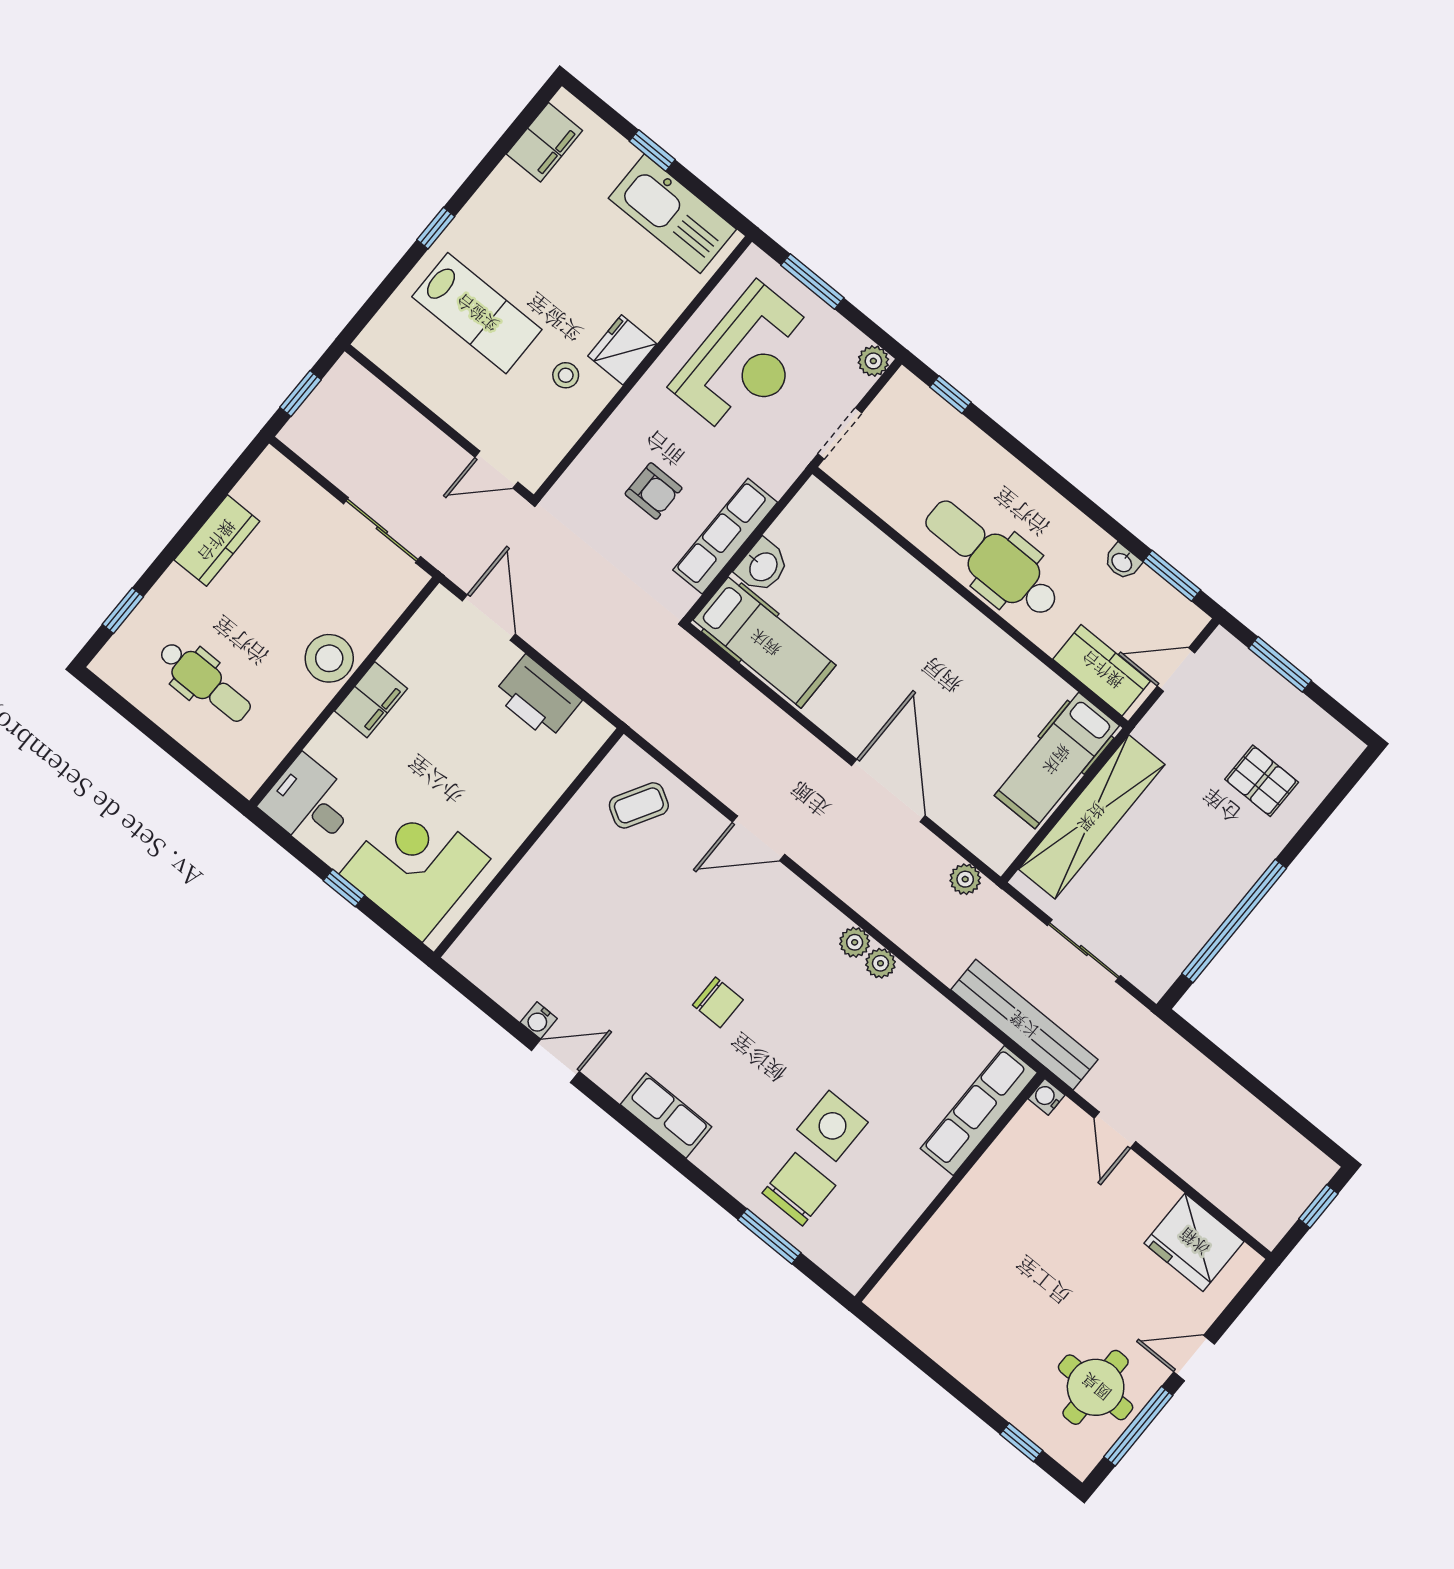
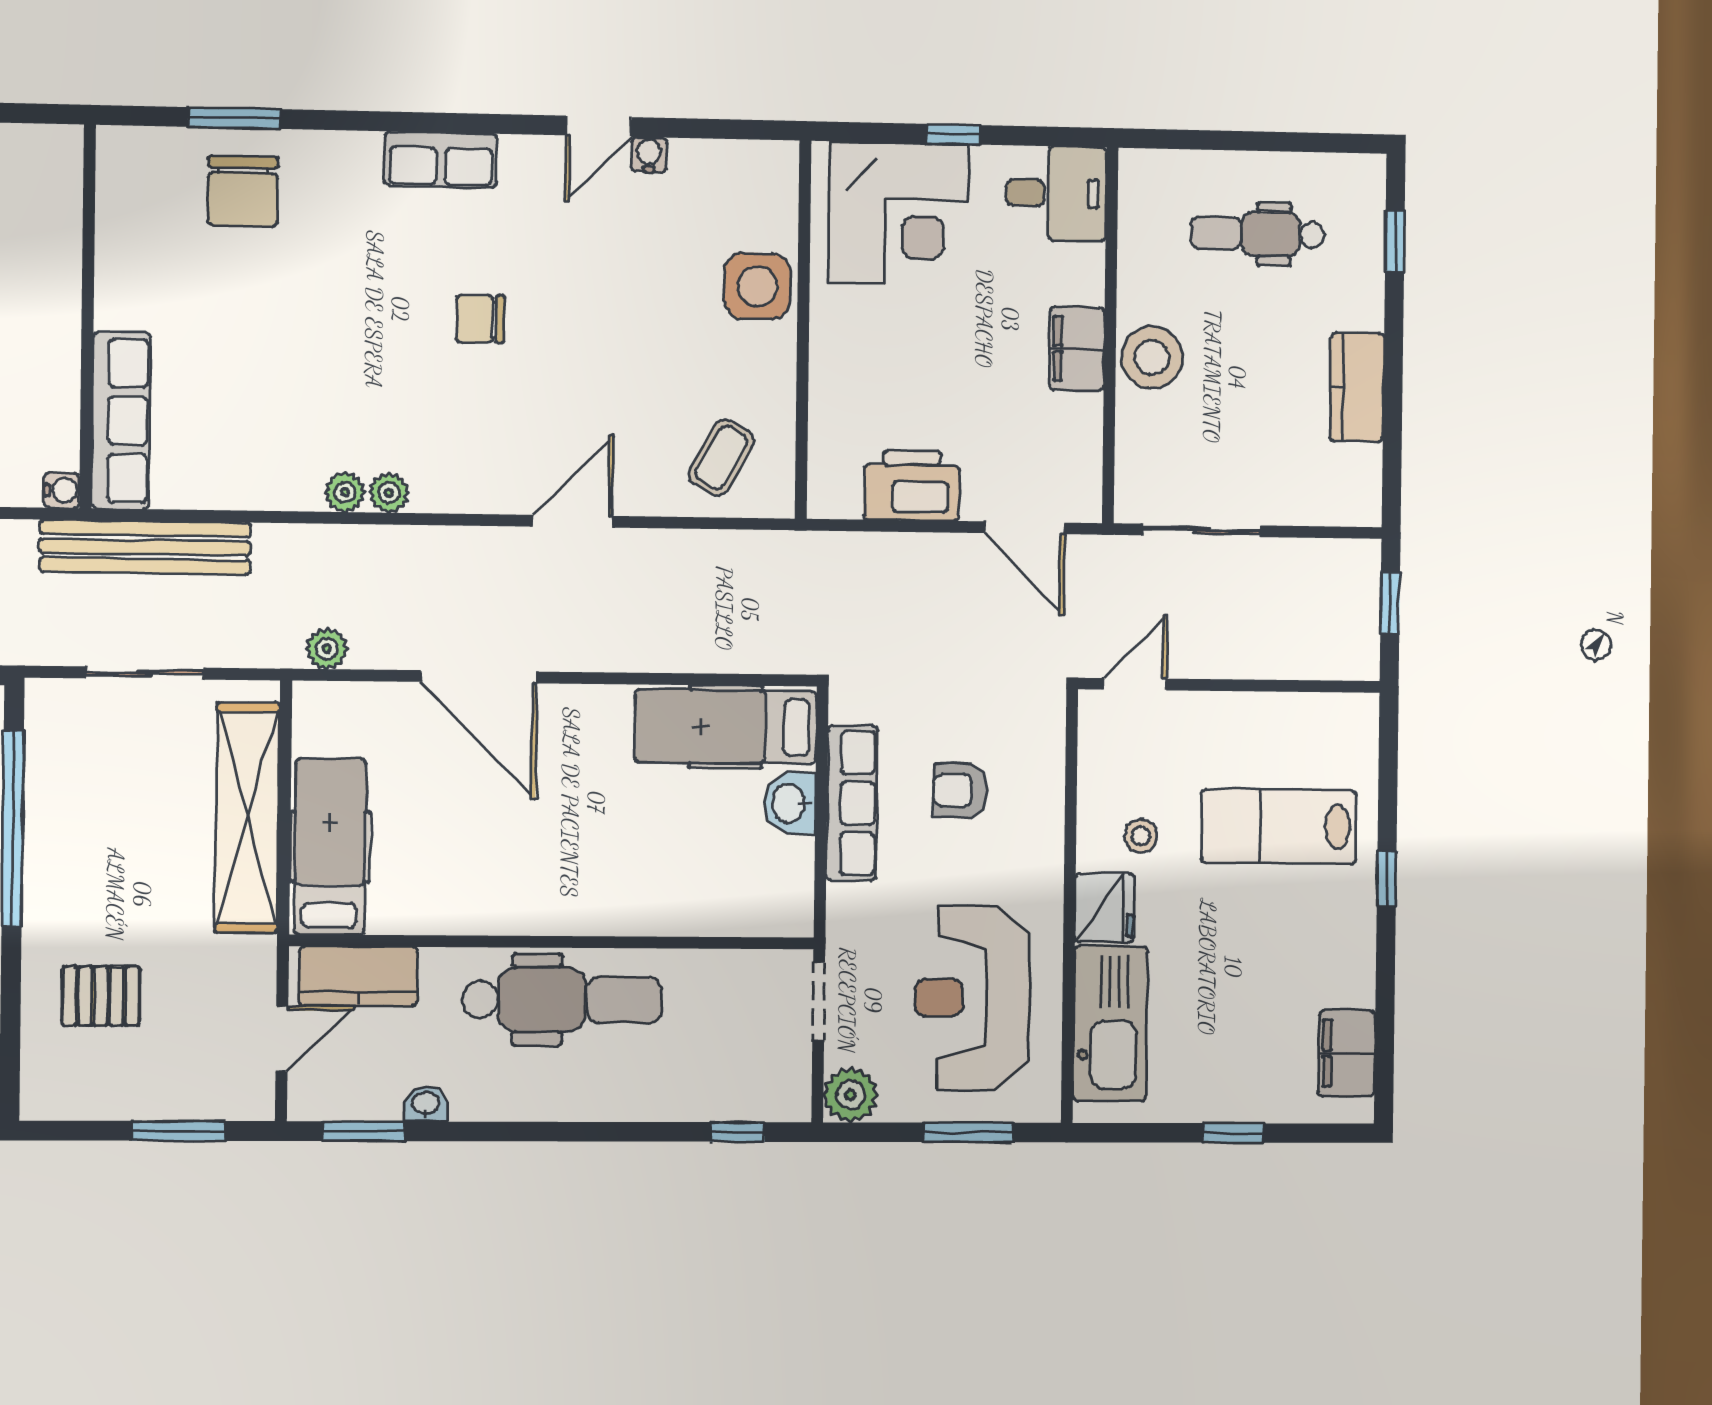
kitchen sink: (672, 214) -> (1110, 1024), moved, turned 90
plant: (873, 361) -> (851, 1095), width x1.38, depth x1.38
side table: (833, 1126) -> (757, 286), moved

